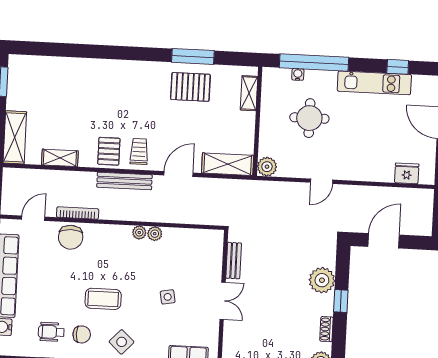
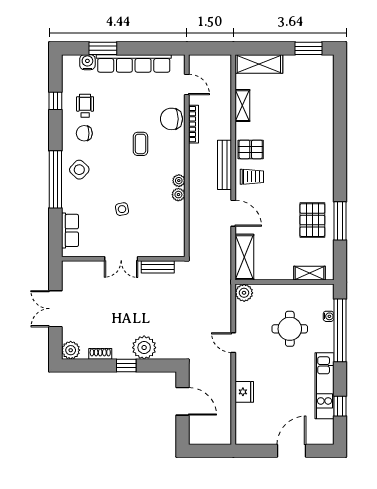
fridge: (407, 173) -> (244, 392), moved
coffee table: (103, 299) -> (140, 144), moved, width x0.73, depth x0.77
chair: (82, 334) -> (84, 133), turned 90

